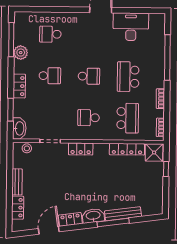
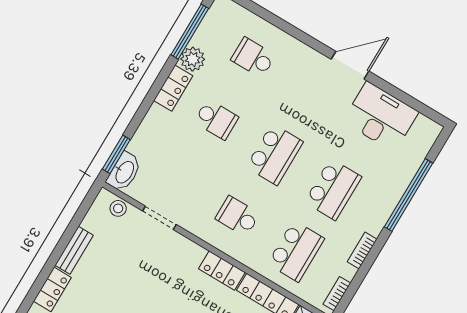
school desk: (89, 76) -> (275, 154), width x1.85
school desk: (128, 77) -> (333, 189), turned 180
locker: (19, 86) -> (173, 88), moved
window: (10, 110) -> (116, 154), moved
locker: (81, 149) -> (222, 271), moved

